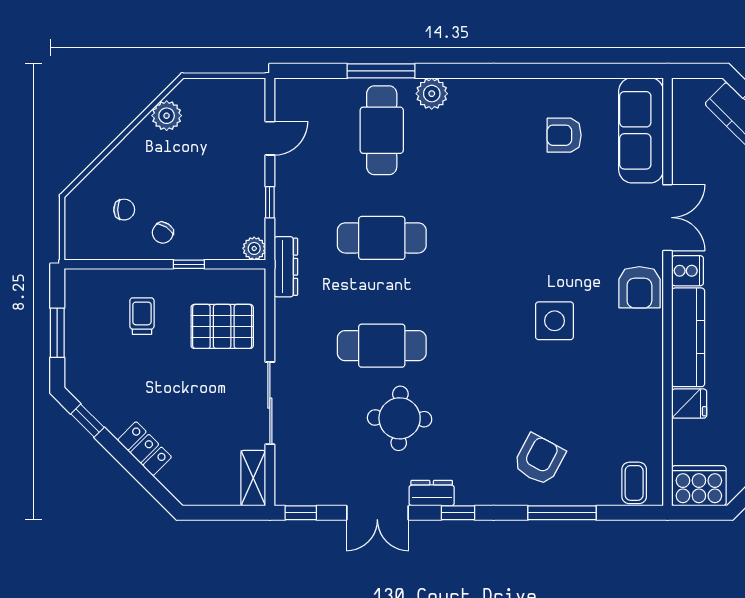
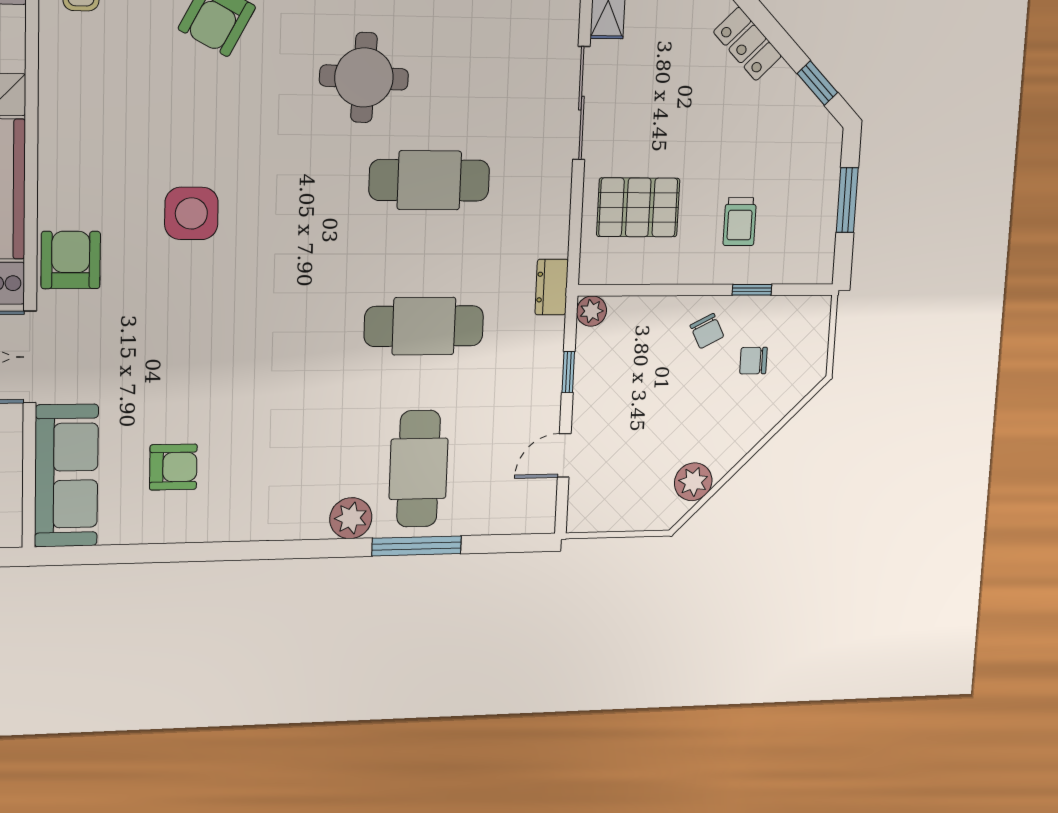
chair: (163, 233) -> (707, 331), turned 120
window: (189, 264) -> (752, 290), moved
dresser: (286, 267) -> (552, 287), width x0.70
round table: (400, 418) -> (364, 77), moved

